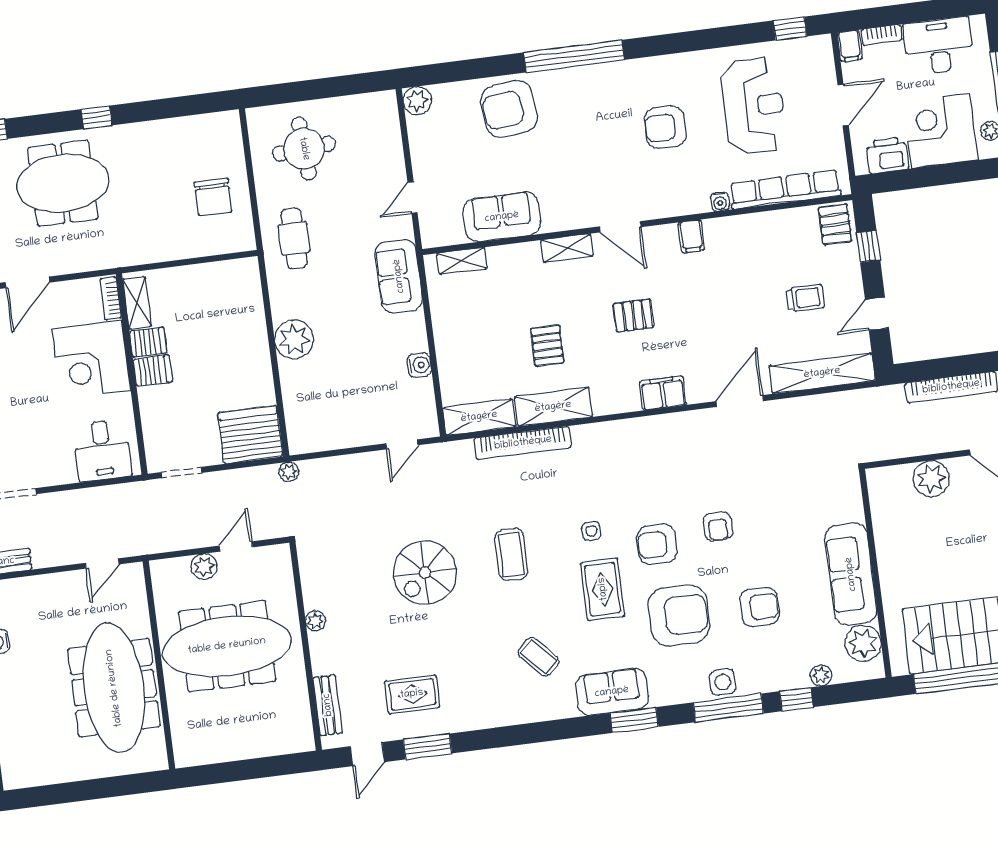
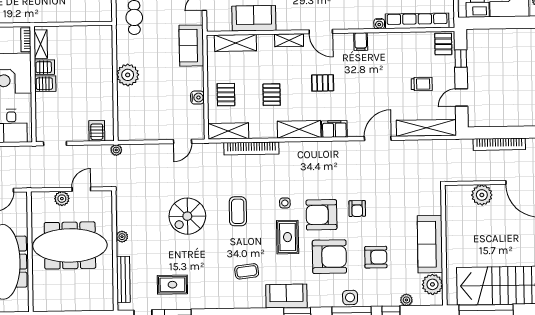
shelving: (462, 261) -> (235, 43), width x1.50, depth x1.33
pallet: (468, 354) -> (226, 95), added
shelving: (553, 407) -> (299, 129), moved
server rack: (250, 435) -> (97, 131), width x0.46, depth x0.70
armchair: (657, 544) -> (321, 215), width x1.36, depth x1.36
coffee table: (538, 657) -> (247, 271), turned -54
bench: (328, 705) -> (123, 279), width x1.36

